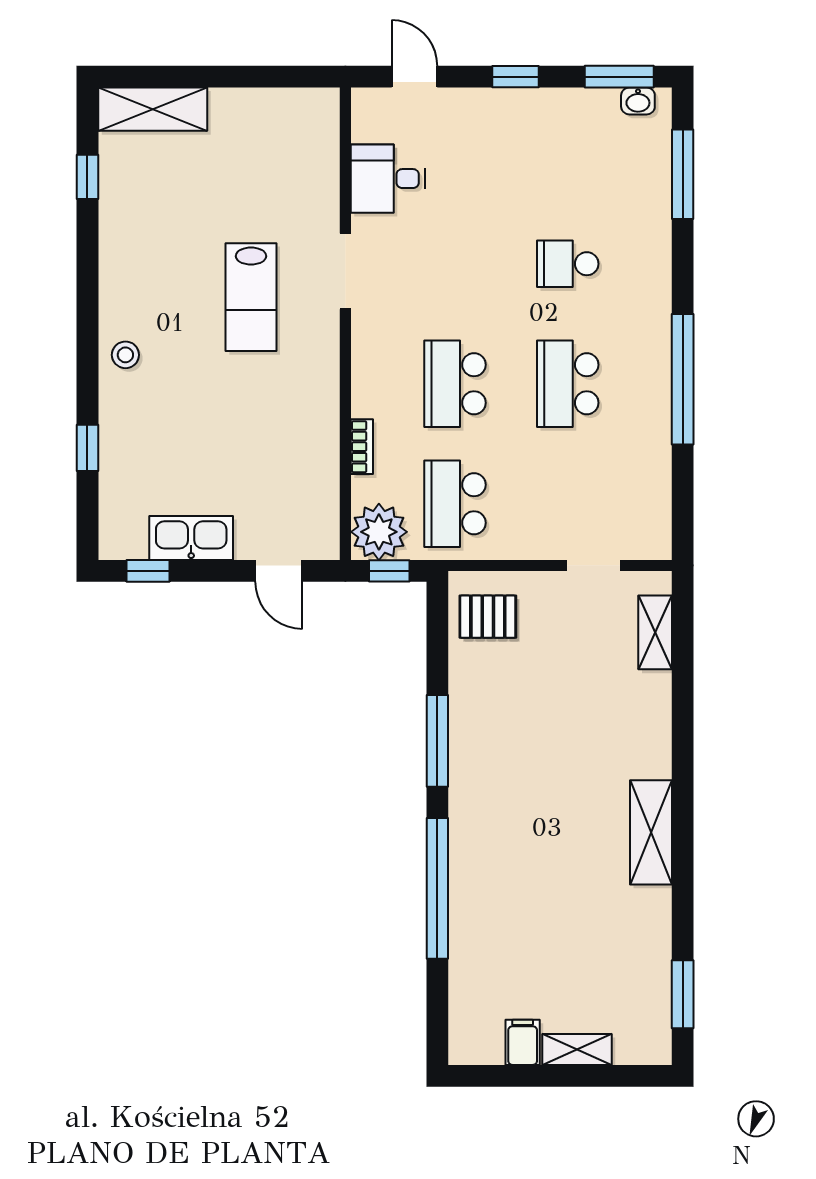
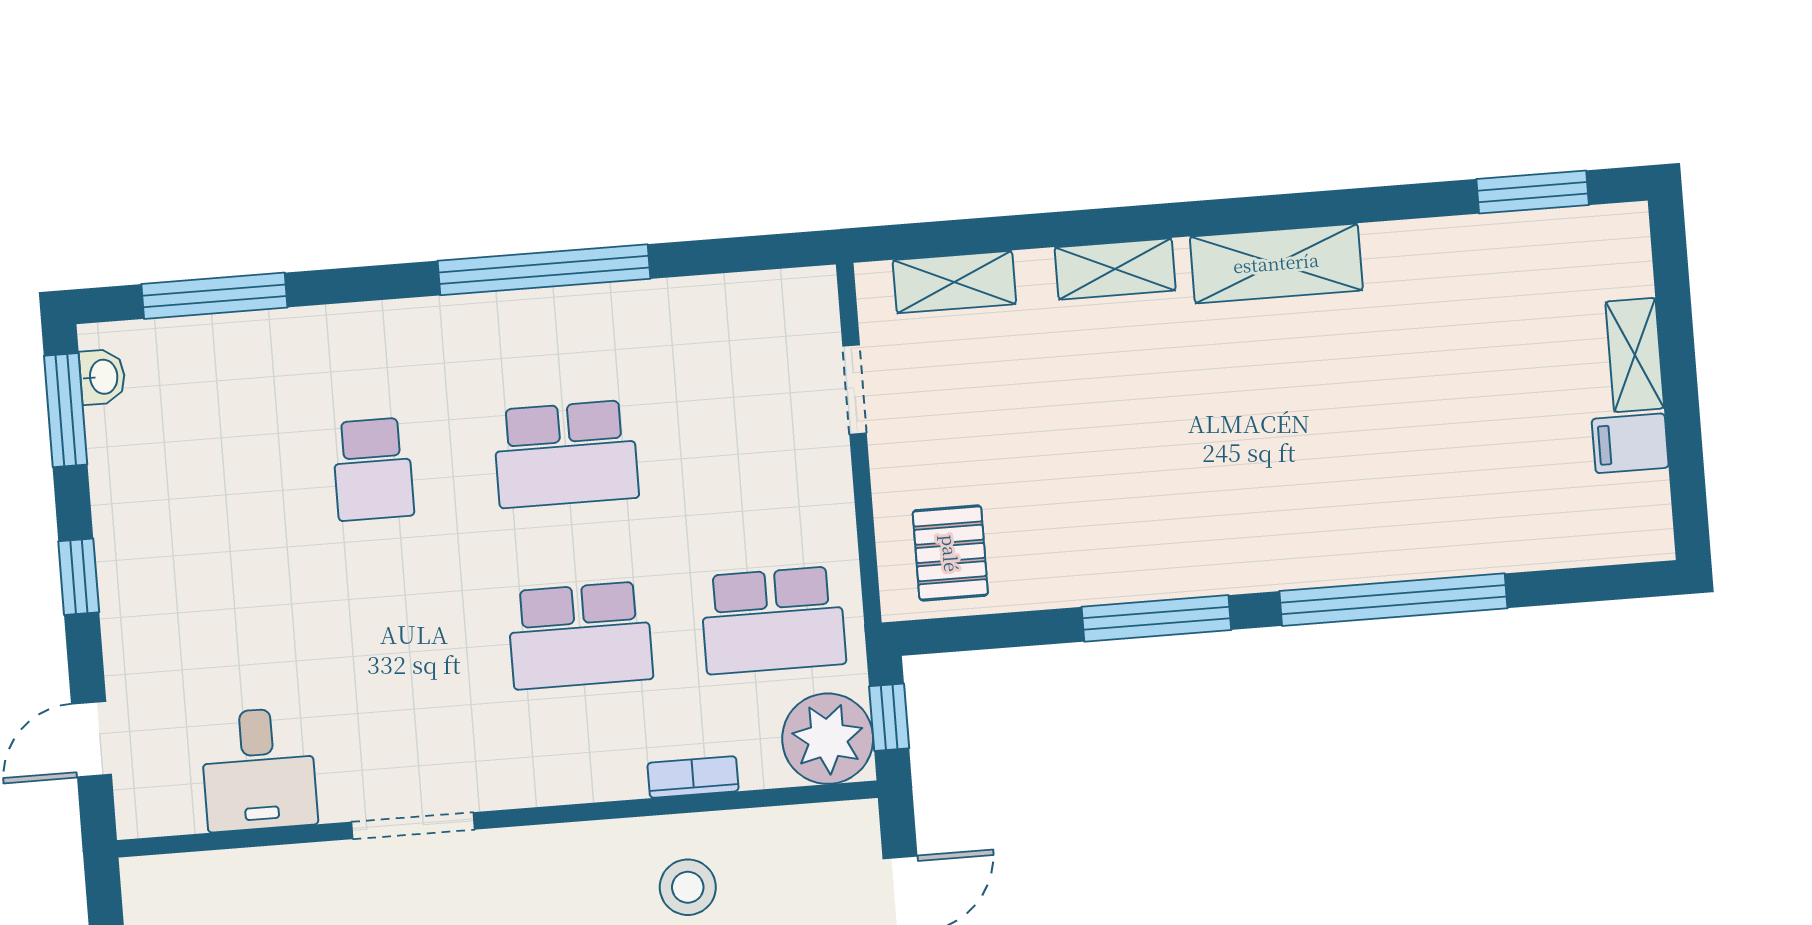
stool: (294, 438) -> (688, 887), added
shelving: (655, 732) -> (1115, 269), added

